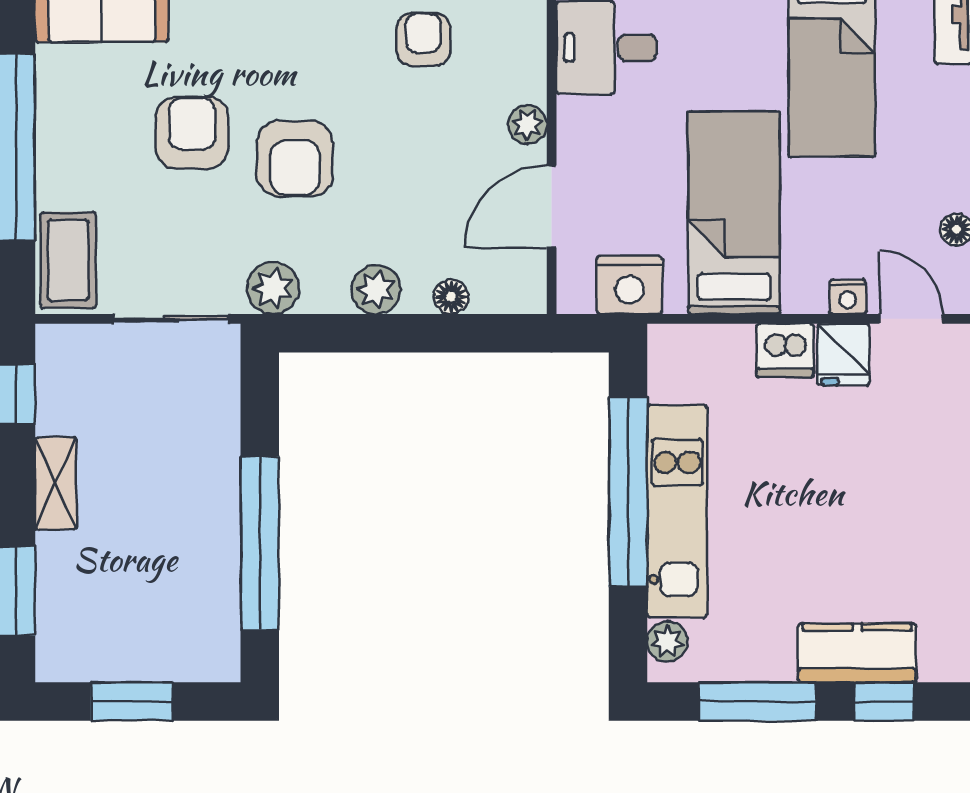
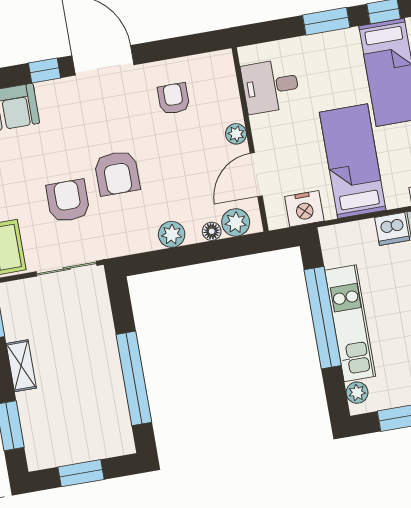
armchair: (192, 133) -> (68, 201), moved
plant: (273, 288) -> (236, 222), moved

